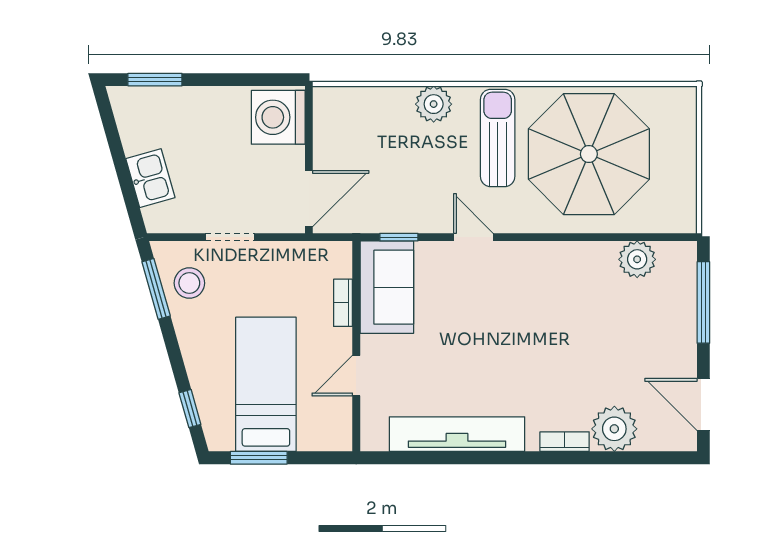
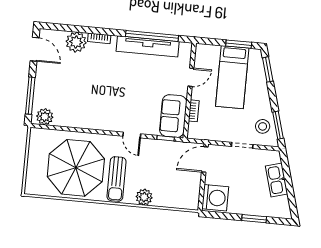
window: (155, 80) -> (254, 219), moved
kitchen sink: (150, 178) -> (277, 180), width x1.38
plant: (637, 259) -> (45, 117), moved
window: (190, 409) -> (268, 69), width x1.50
window: (450, 458) -> (152, 36), added

